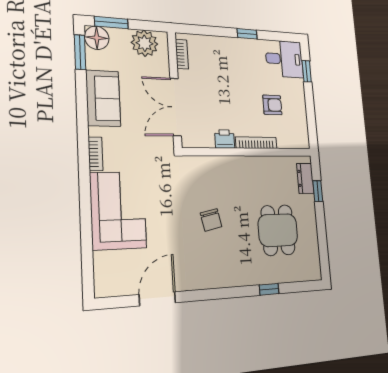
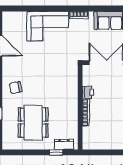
armchair: (272, 105) -> (110, 126), removed
chair: (211, 220) -> (16, 88), moved
dining table: (278, 230) -> (33, 123), width x1.37

